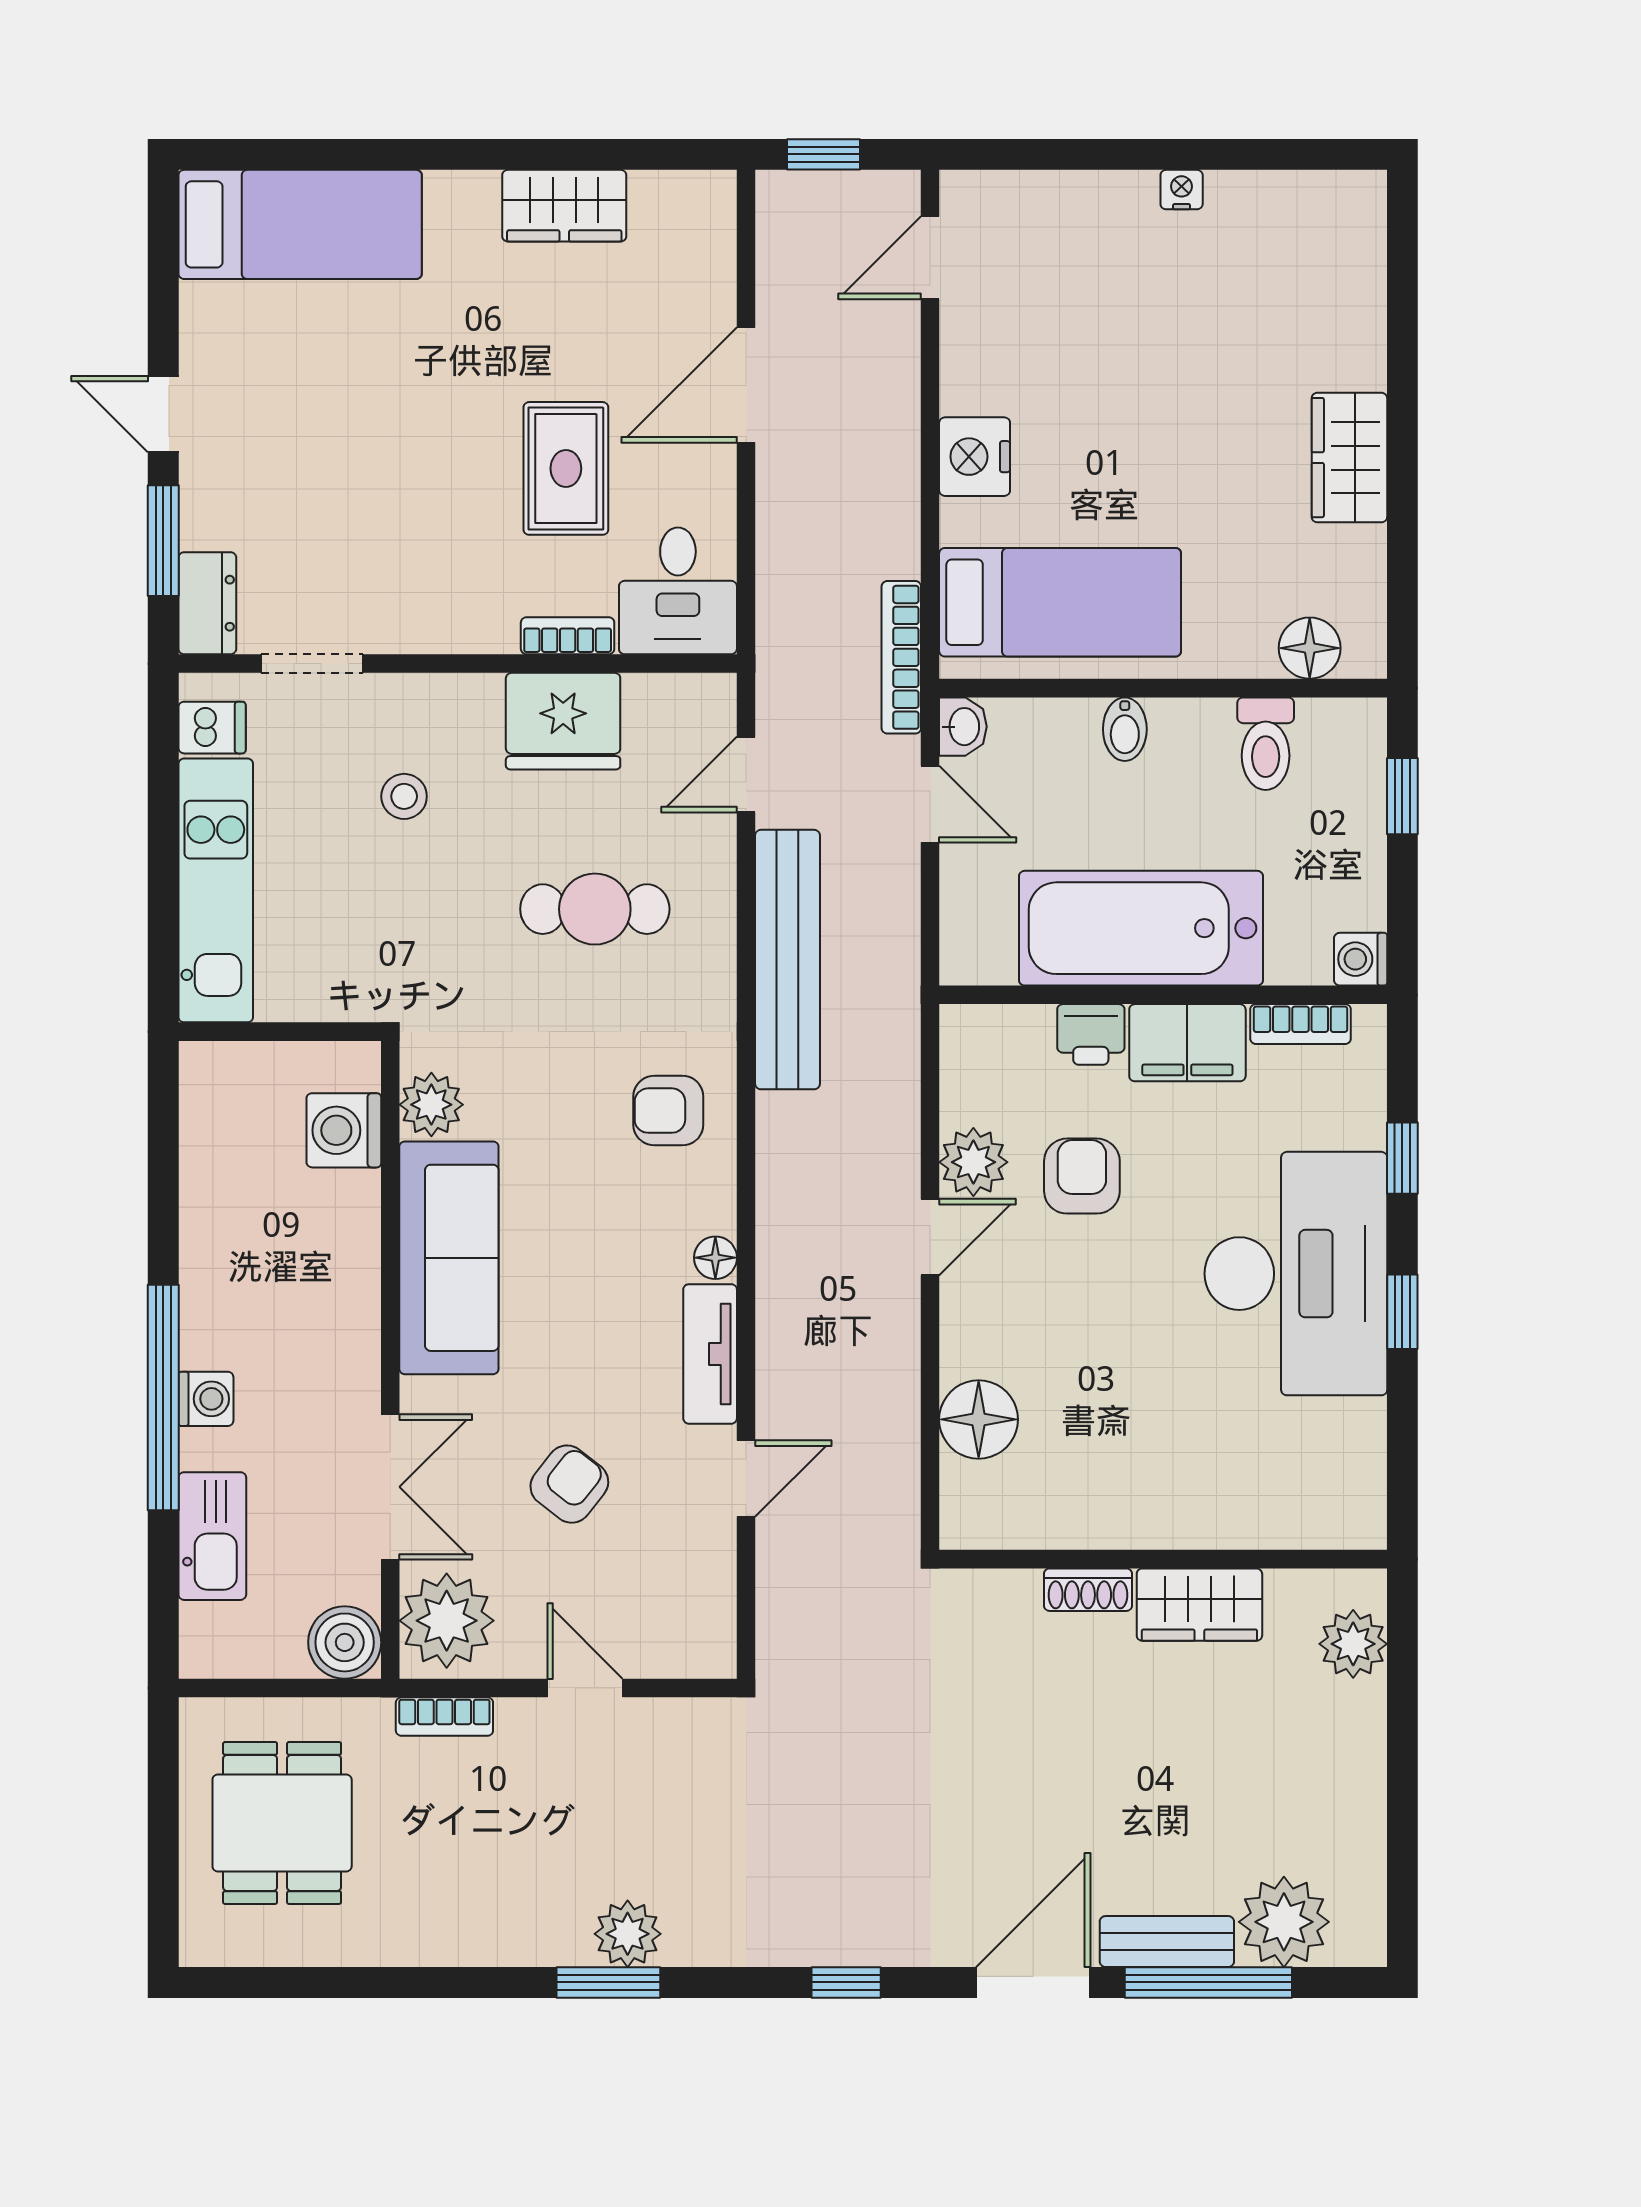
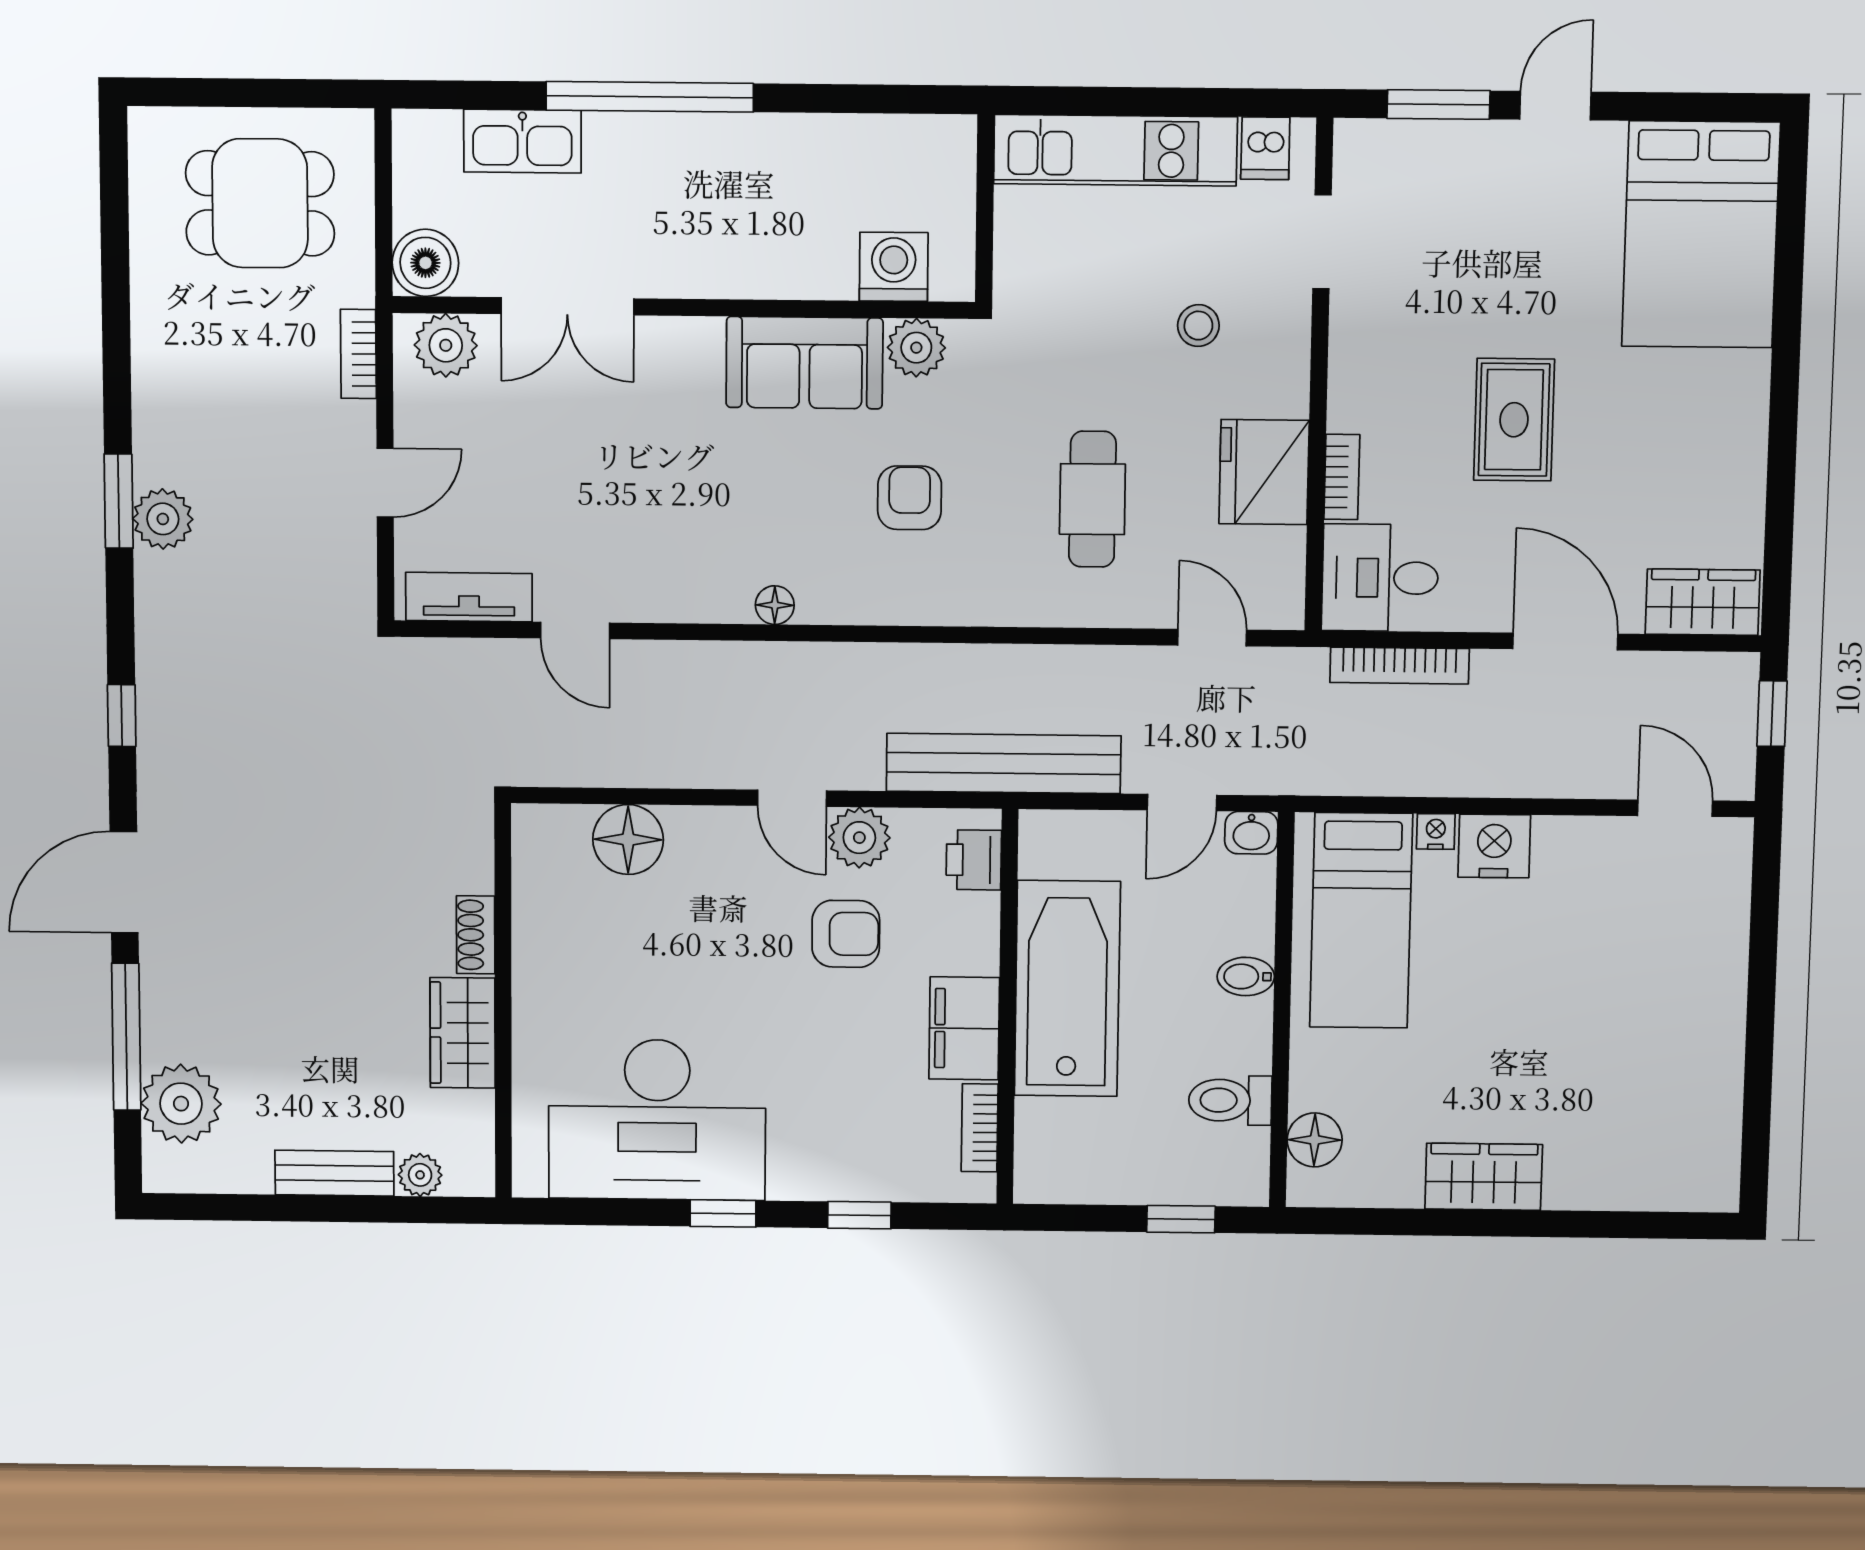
nightstand: (1182, 190) -> (1436, 831), moved, turned -90
wardrobe: (564, 206) -> (1703, 602), moved, turned 90
bed: (300, 224) -> (1701, 235), width x1.50
rug: (566, 468) -> (1514, 420), moved, turned 90
dresser: (207, 603) -> (1380, 145), removed
bookcase: (901, 657) -> (1400, 666), moved, turned 180
washing machine: (1361, 959) -> (1037, 1181), removed
bench: (788, 960) -> (1004, 763), moved
printer: (1091, 1034) -> (974, 860), moved
armchair: (668, 1111) -> (910, 498), moved
sofa: (449, 1258) -> (804, 363), width x0.73
desk: (1296, 1274) -> (657, 1120), moved
tv unit: (710, 1354) -> (469, 597), moved
washing machine: (206, 1399) -> (648, 136), removed
armchair: (569, 1484) -> (570, 470), removed
plant: (447, 1621) -> (446, 345), width x0.73, depth x0.73
plant: (1353, 1644) -> (420, 1175), width x0.73, depth x0.73
bench: (1167, 1942) -> (334, 1173), moved, turned 90
door: (1033, 1982) -> (124, 882), swing flipped

